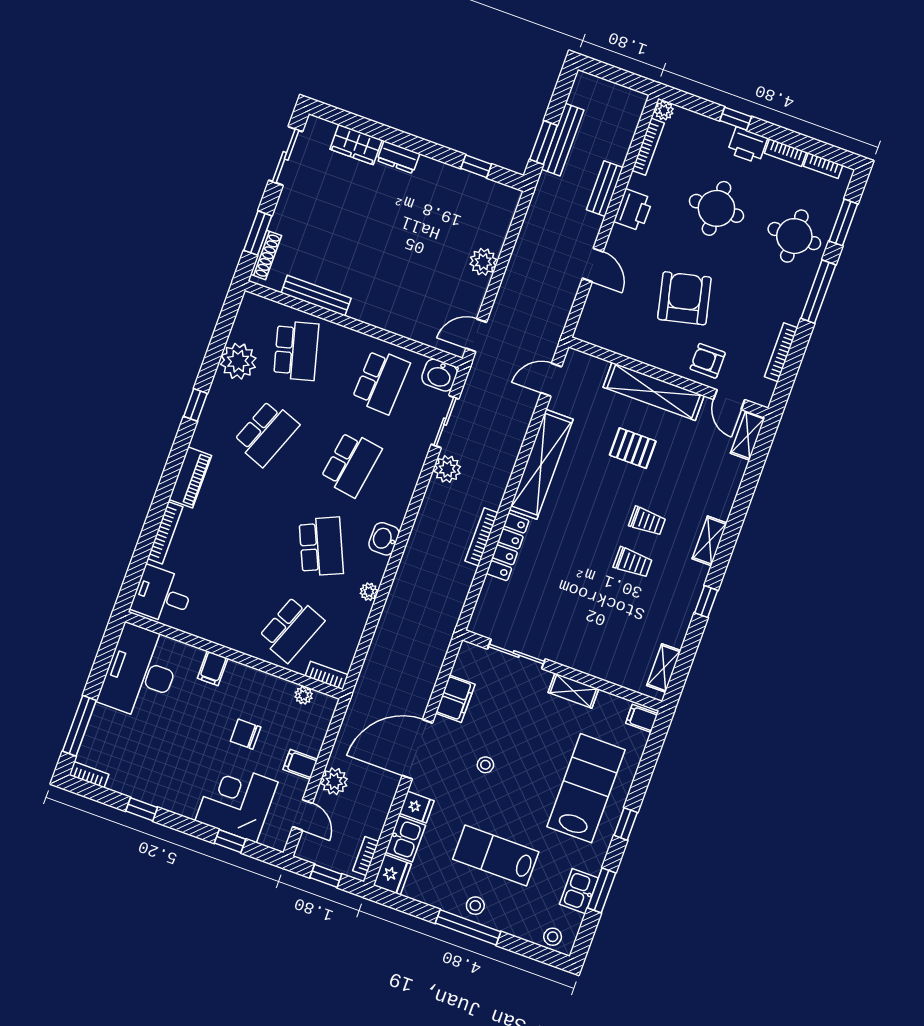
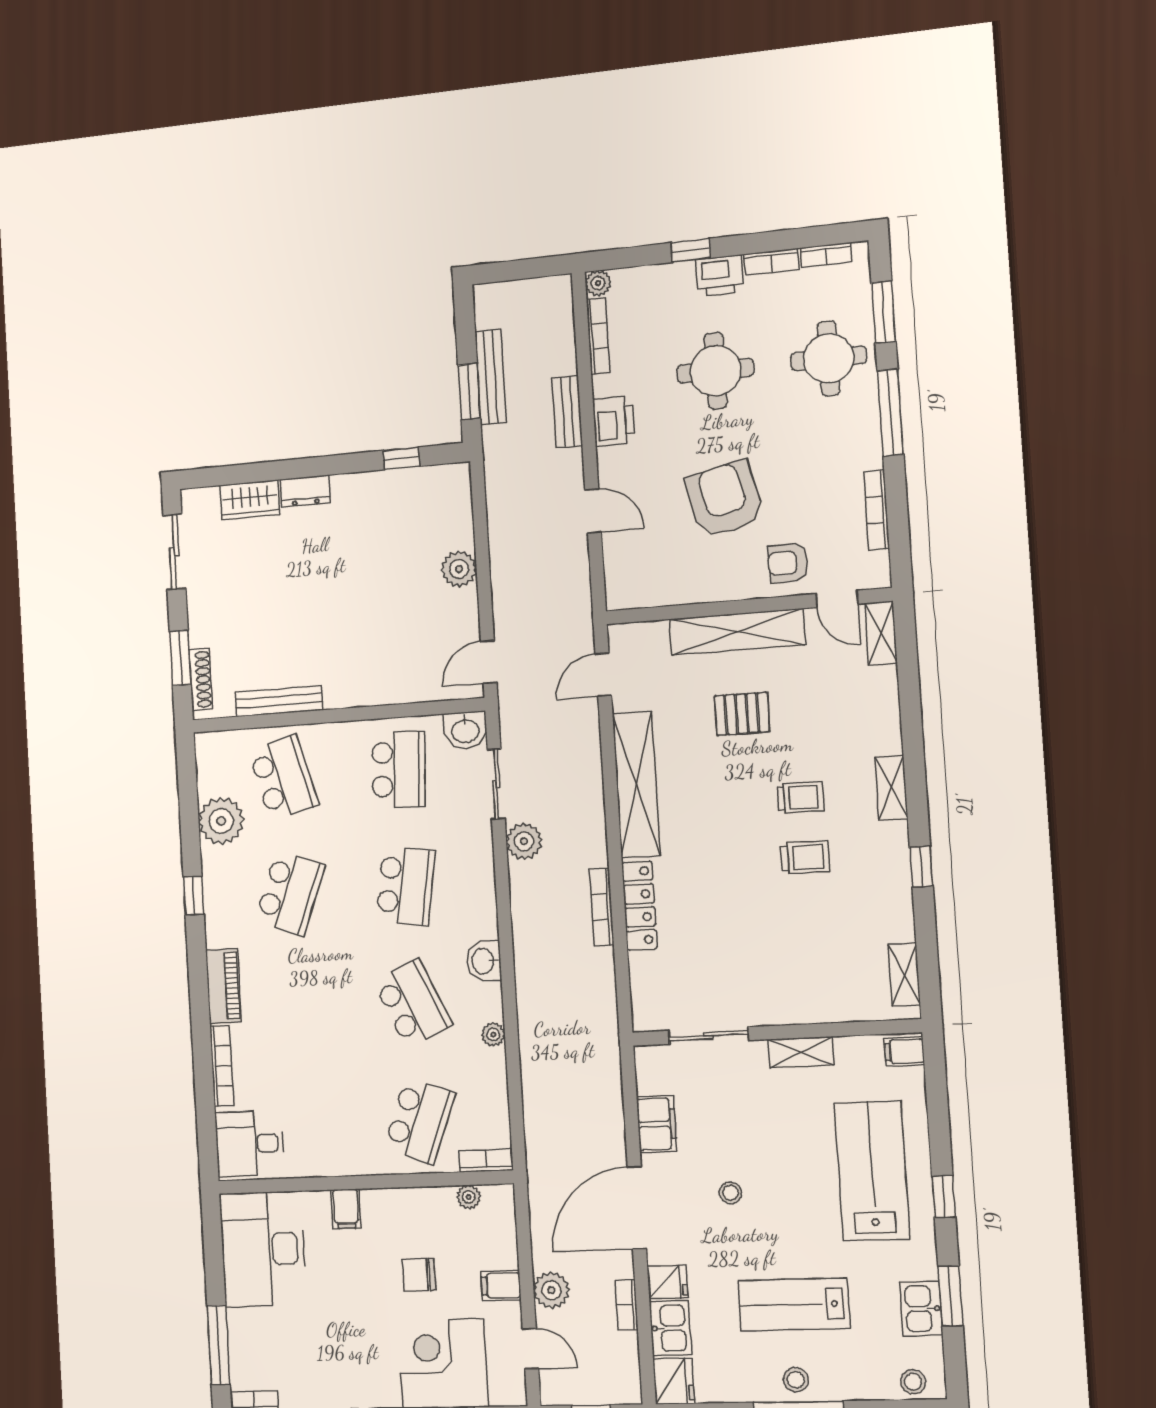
bookcase: (366, 856) -> (627, 1305), moved

